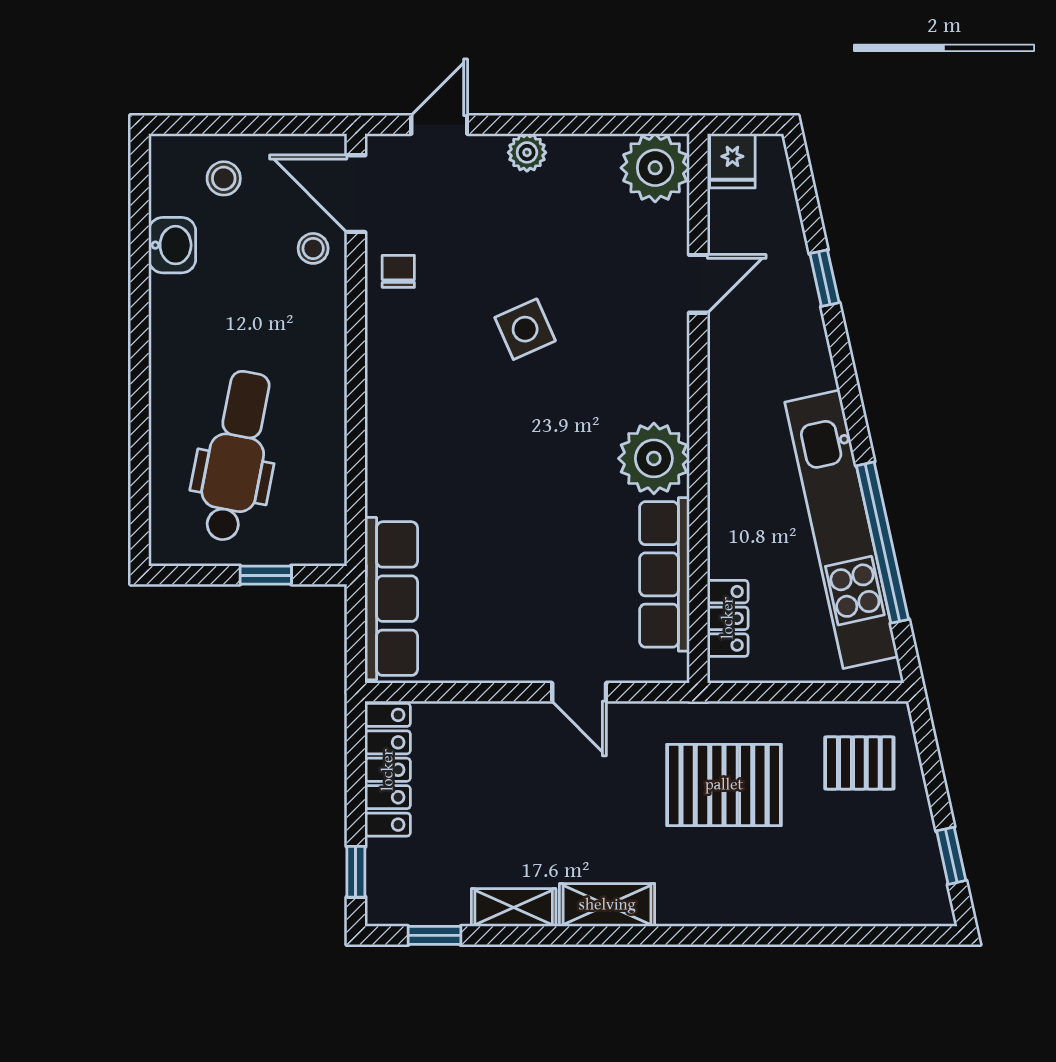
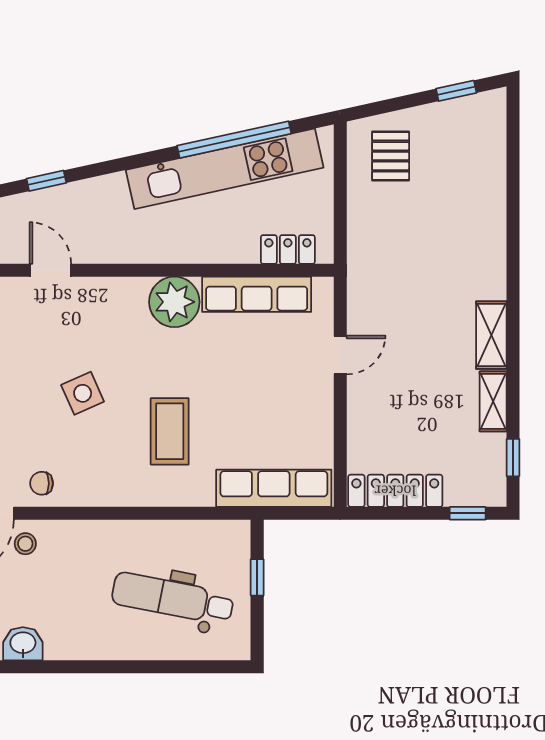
coffee table: (471, 452) -> (170, 431), added
pallet: (724, 785) -> (406, 252), removed

